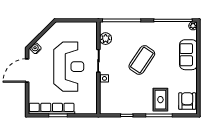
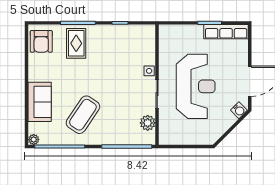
coffee table: (142, 60) -> (83, 115), moved
reception desk: (69, 67) -> (196, 86), turned 180
row of seats: (52, 109) -> (226, 32), width x0.73

